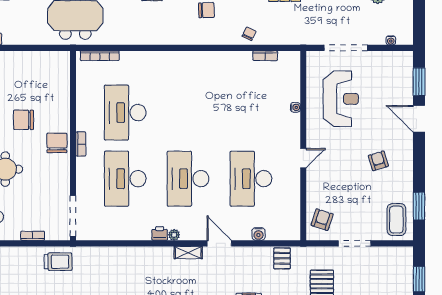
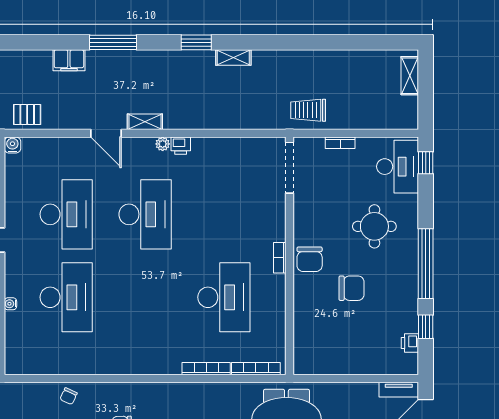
bookcase: (265, 56) -> (206, 369), moved, width x1.56
desk: (125, 179) -> (66, 297), moved
water cooler: (259, 234) -> (12, 145), moved
pallet: (282, 258) -> (27, 114), turned 90

